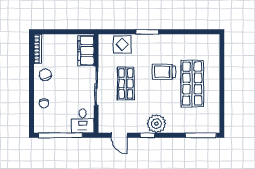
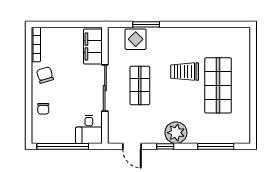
window: (147, 32) -> (146, 24), moved
window: (201, 135) -> (216, 146), moved

